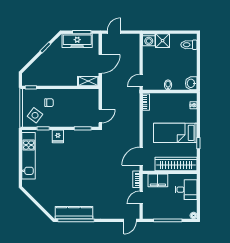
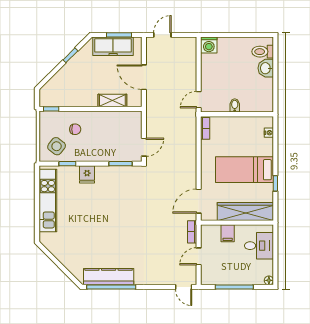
shower: (163, 41) -> (227, 46), removed
door: (100, 64) -> (144, 77), swing flipped
shelving: (88, 81) -> (112, 100), moved
washbasin: (191, 83) -> (266, 68), moved
filing cabinet: (158, 180) -> (228, 233), width x0.50
door: (130, 220) -> (184, 287), hinge flipped

